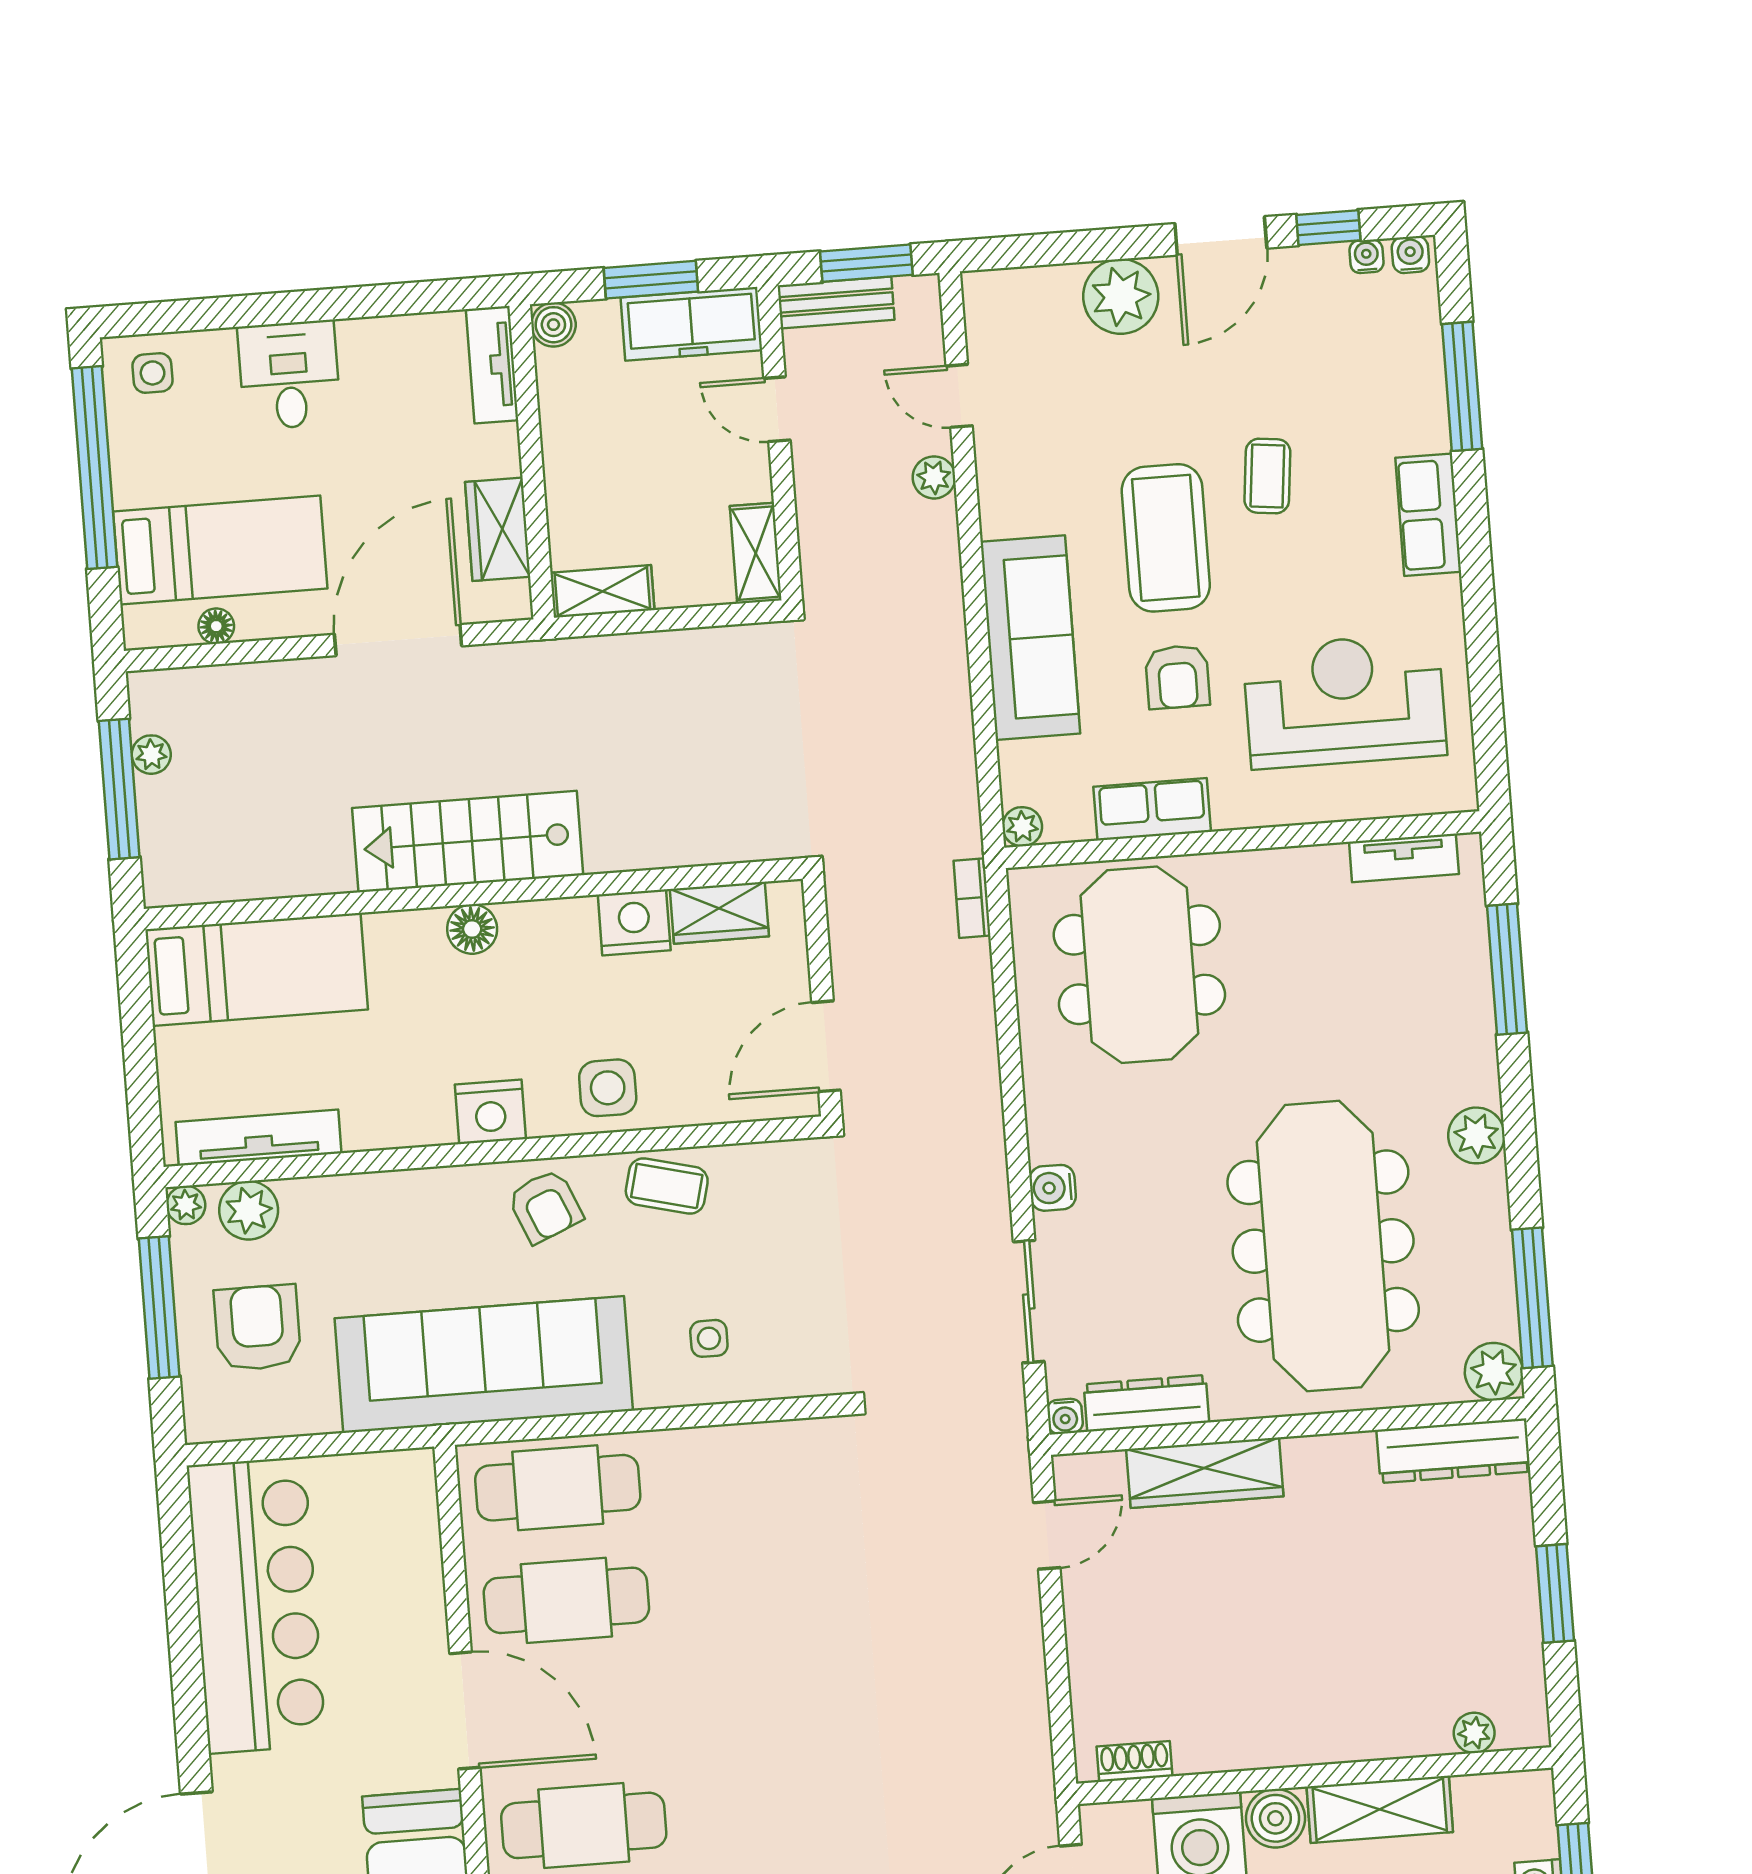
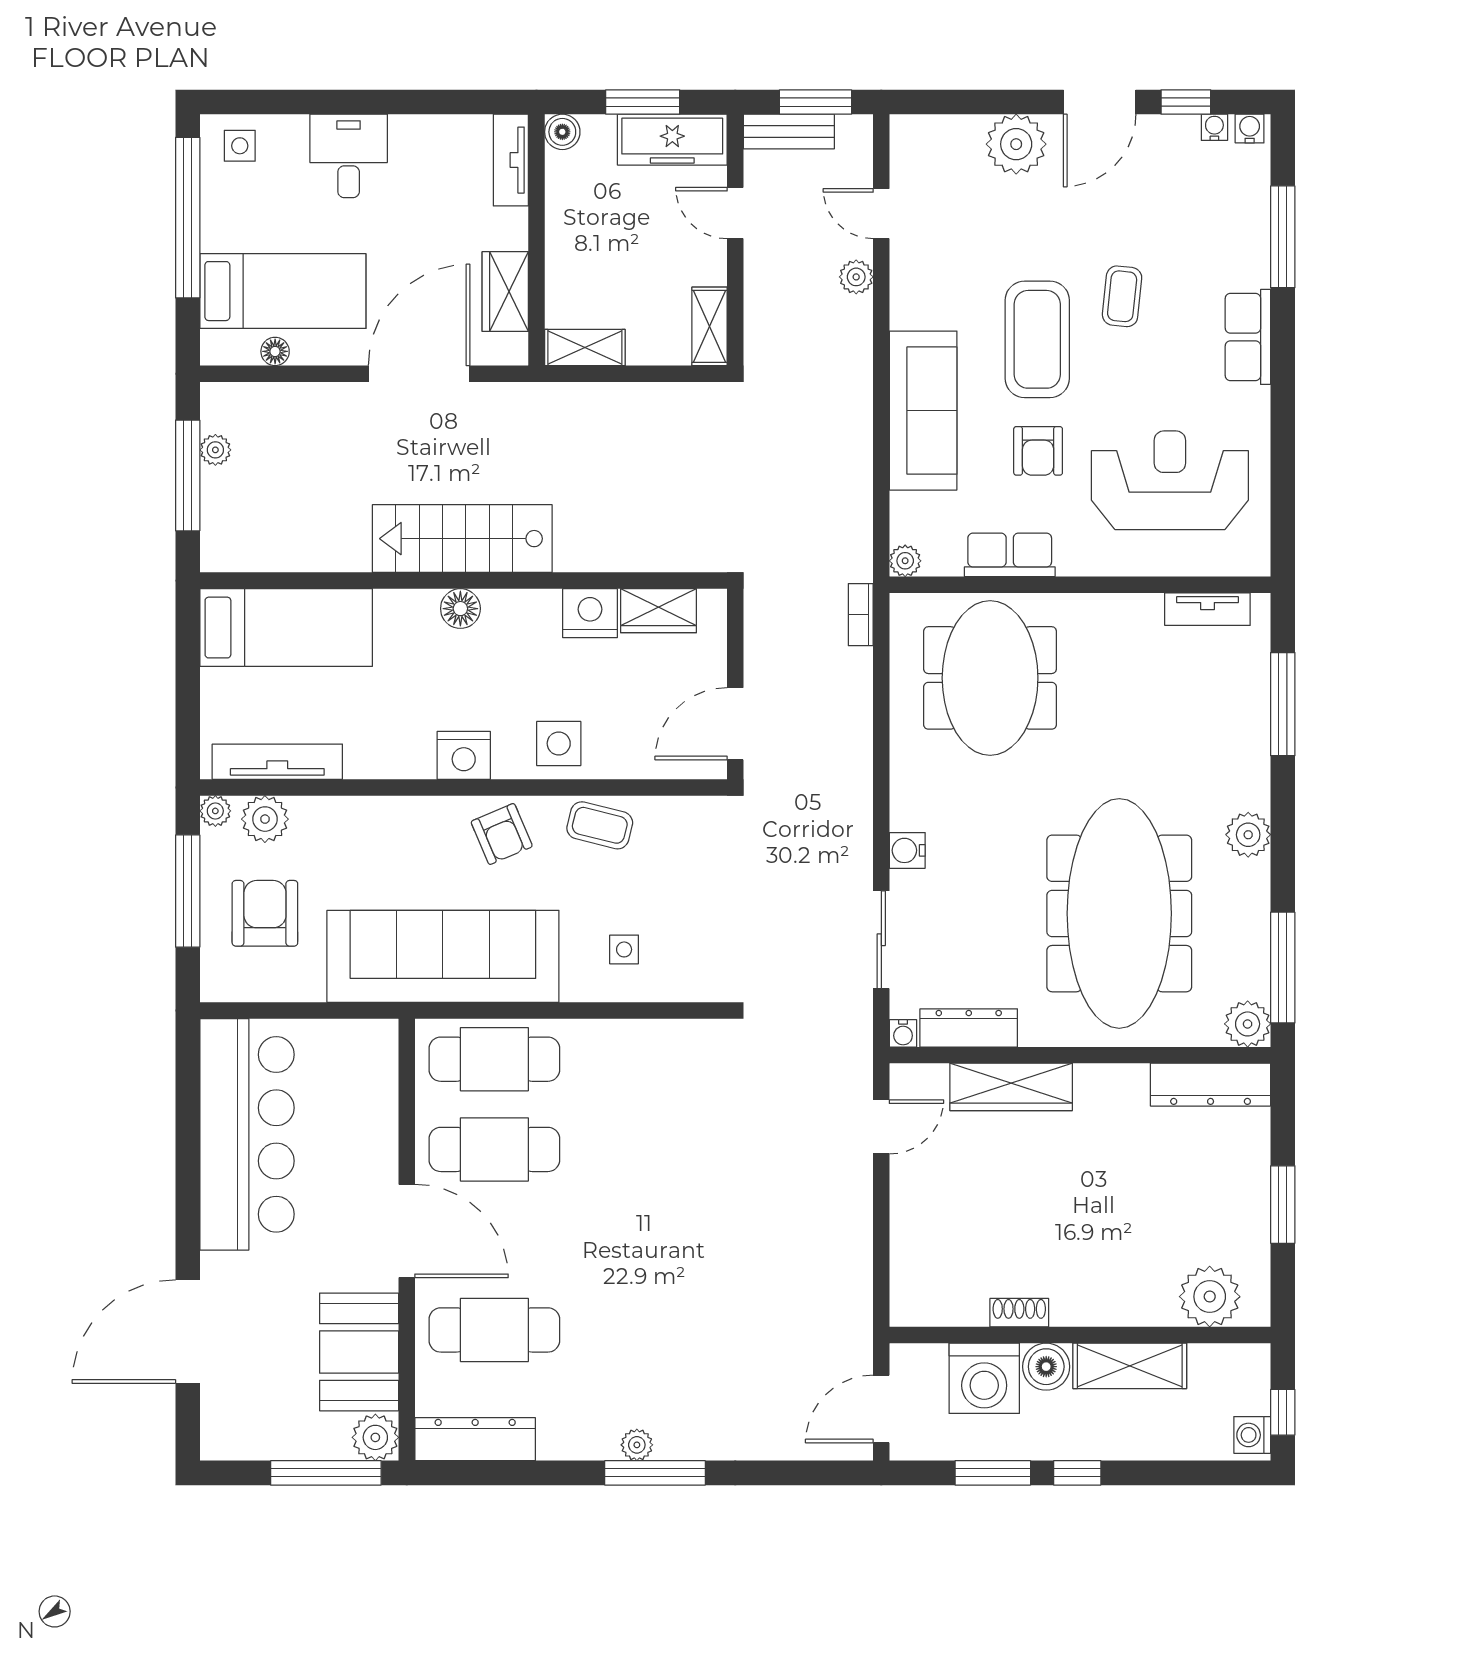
plant: (1474, 1733) -> (1210, 1297), width x1.88, depth x1.88
shoe rack: (1135, 1761) -> (1019, 1313), moved

